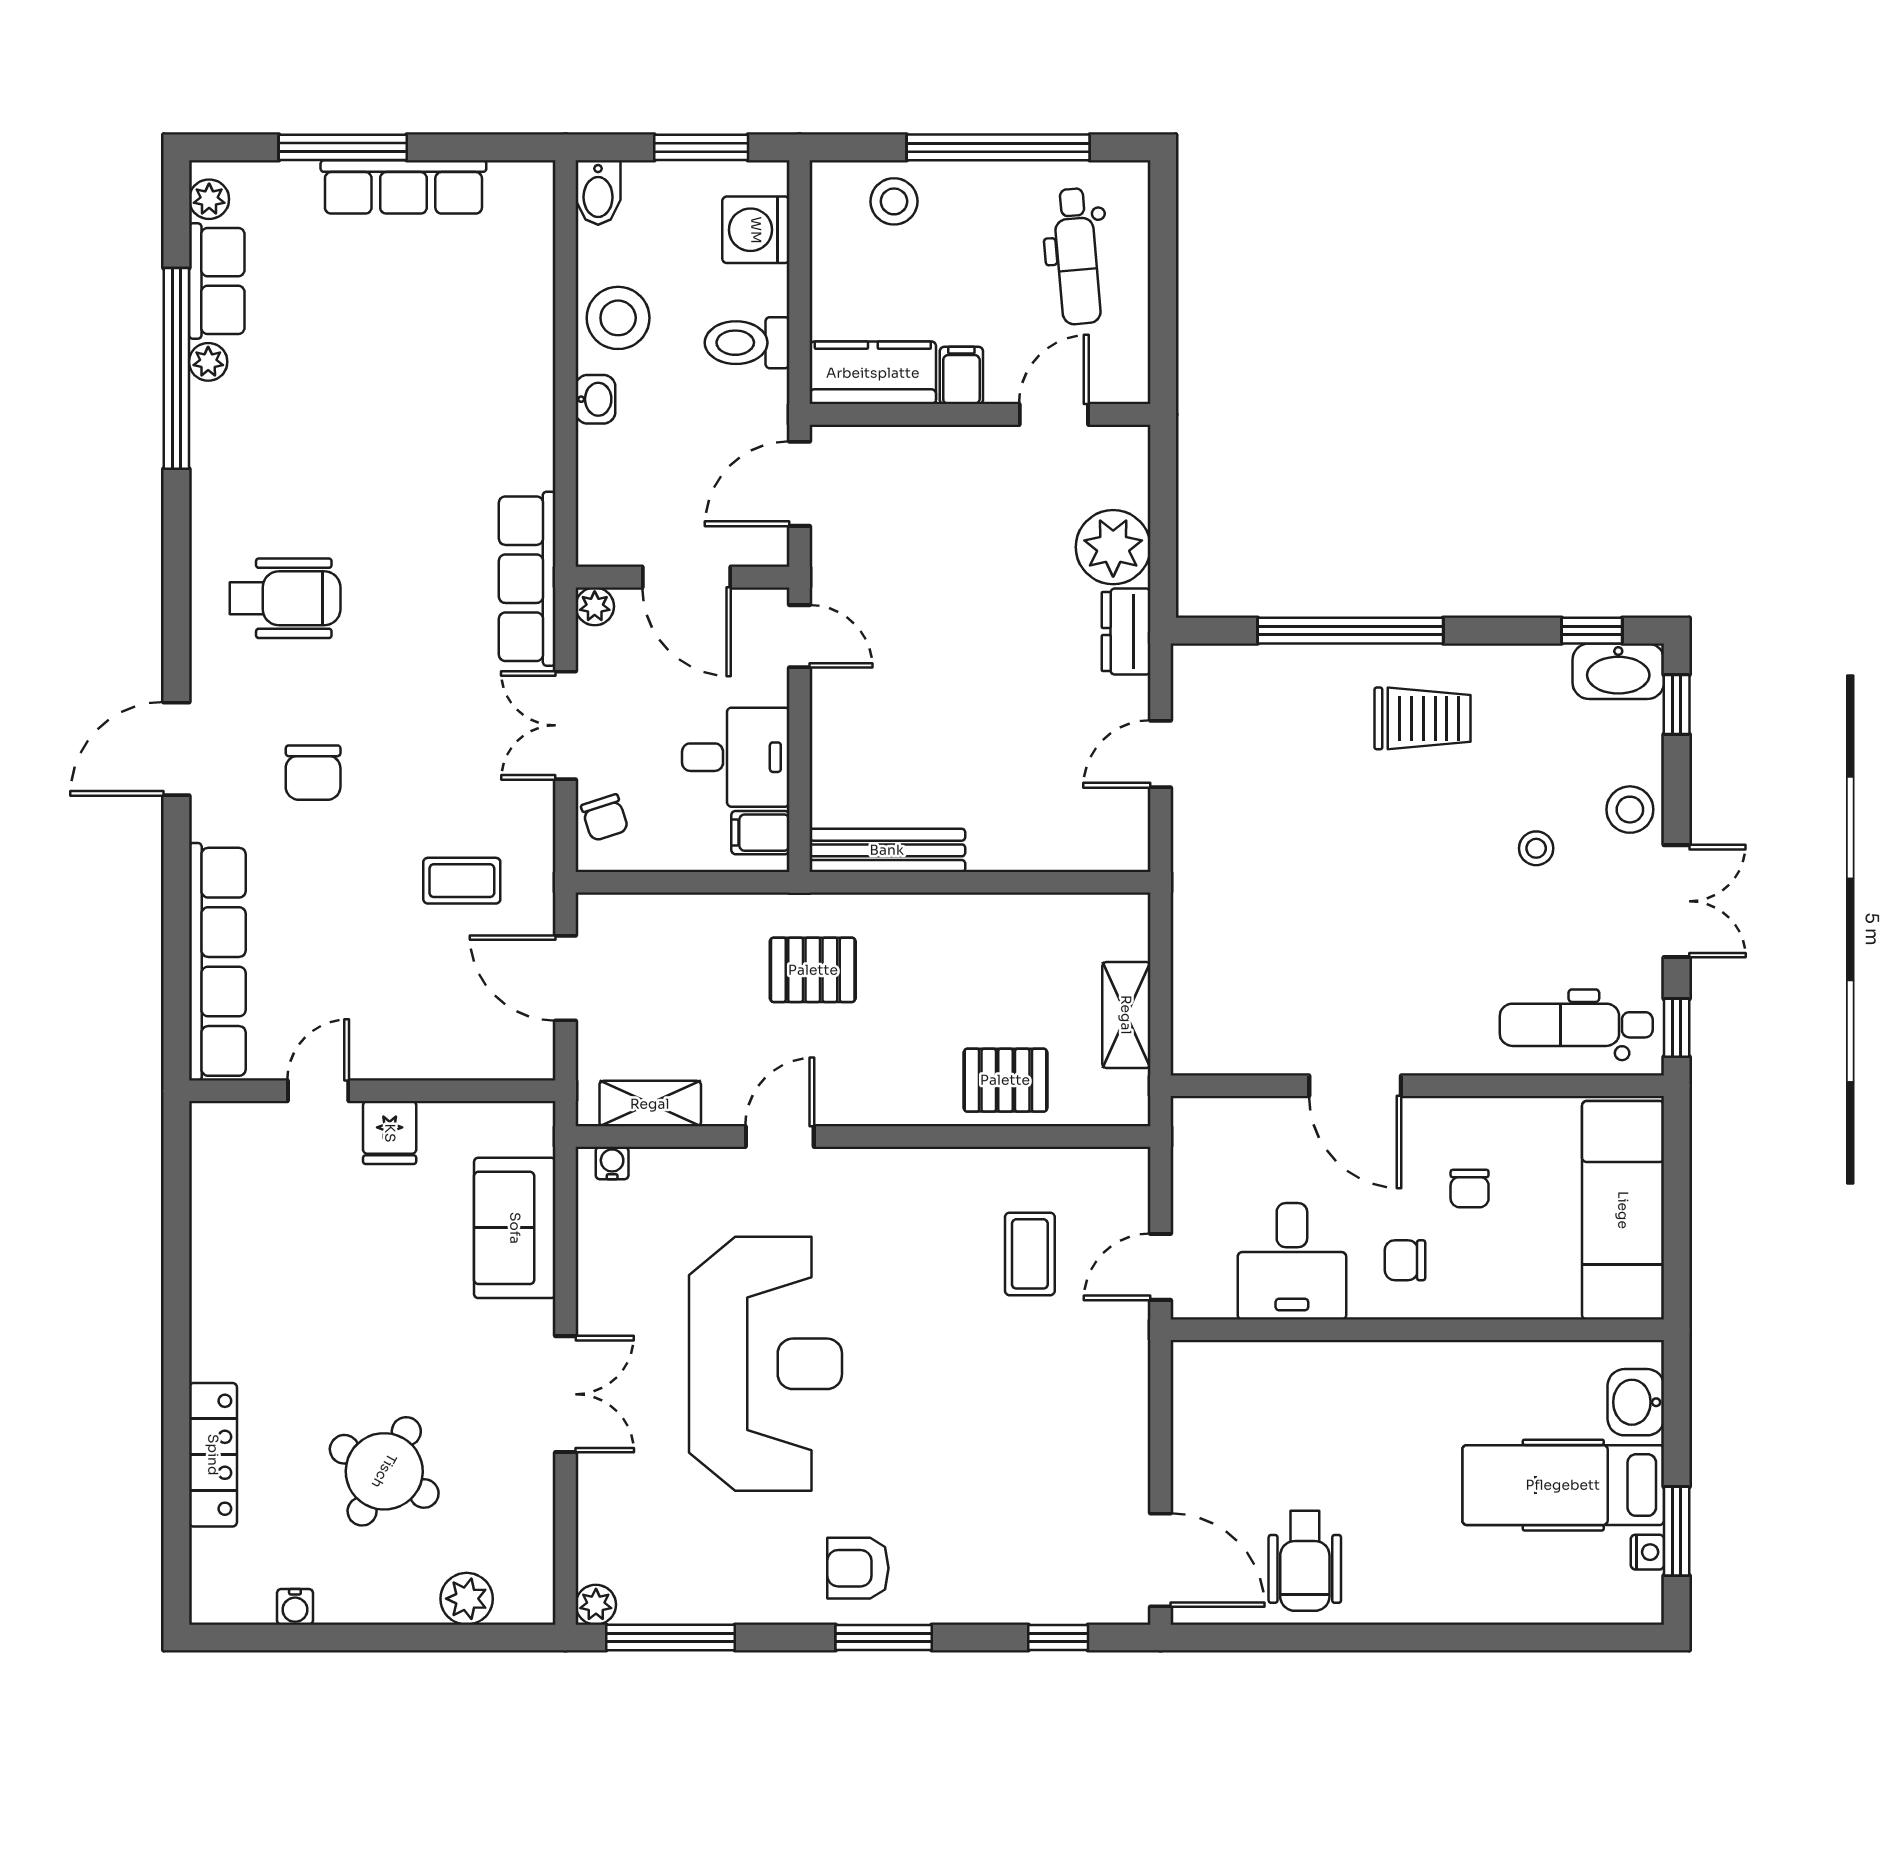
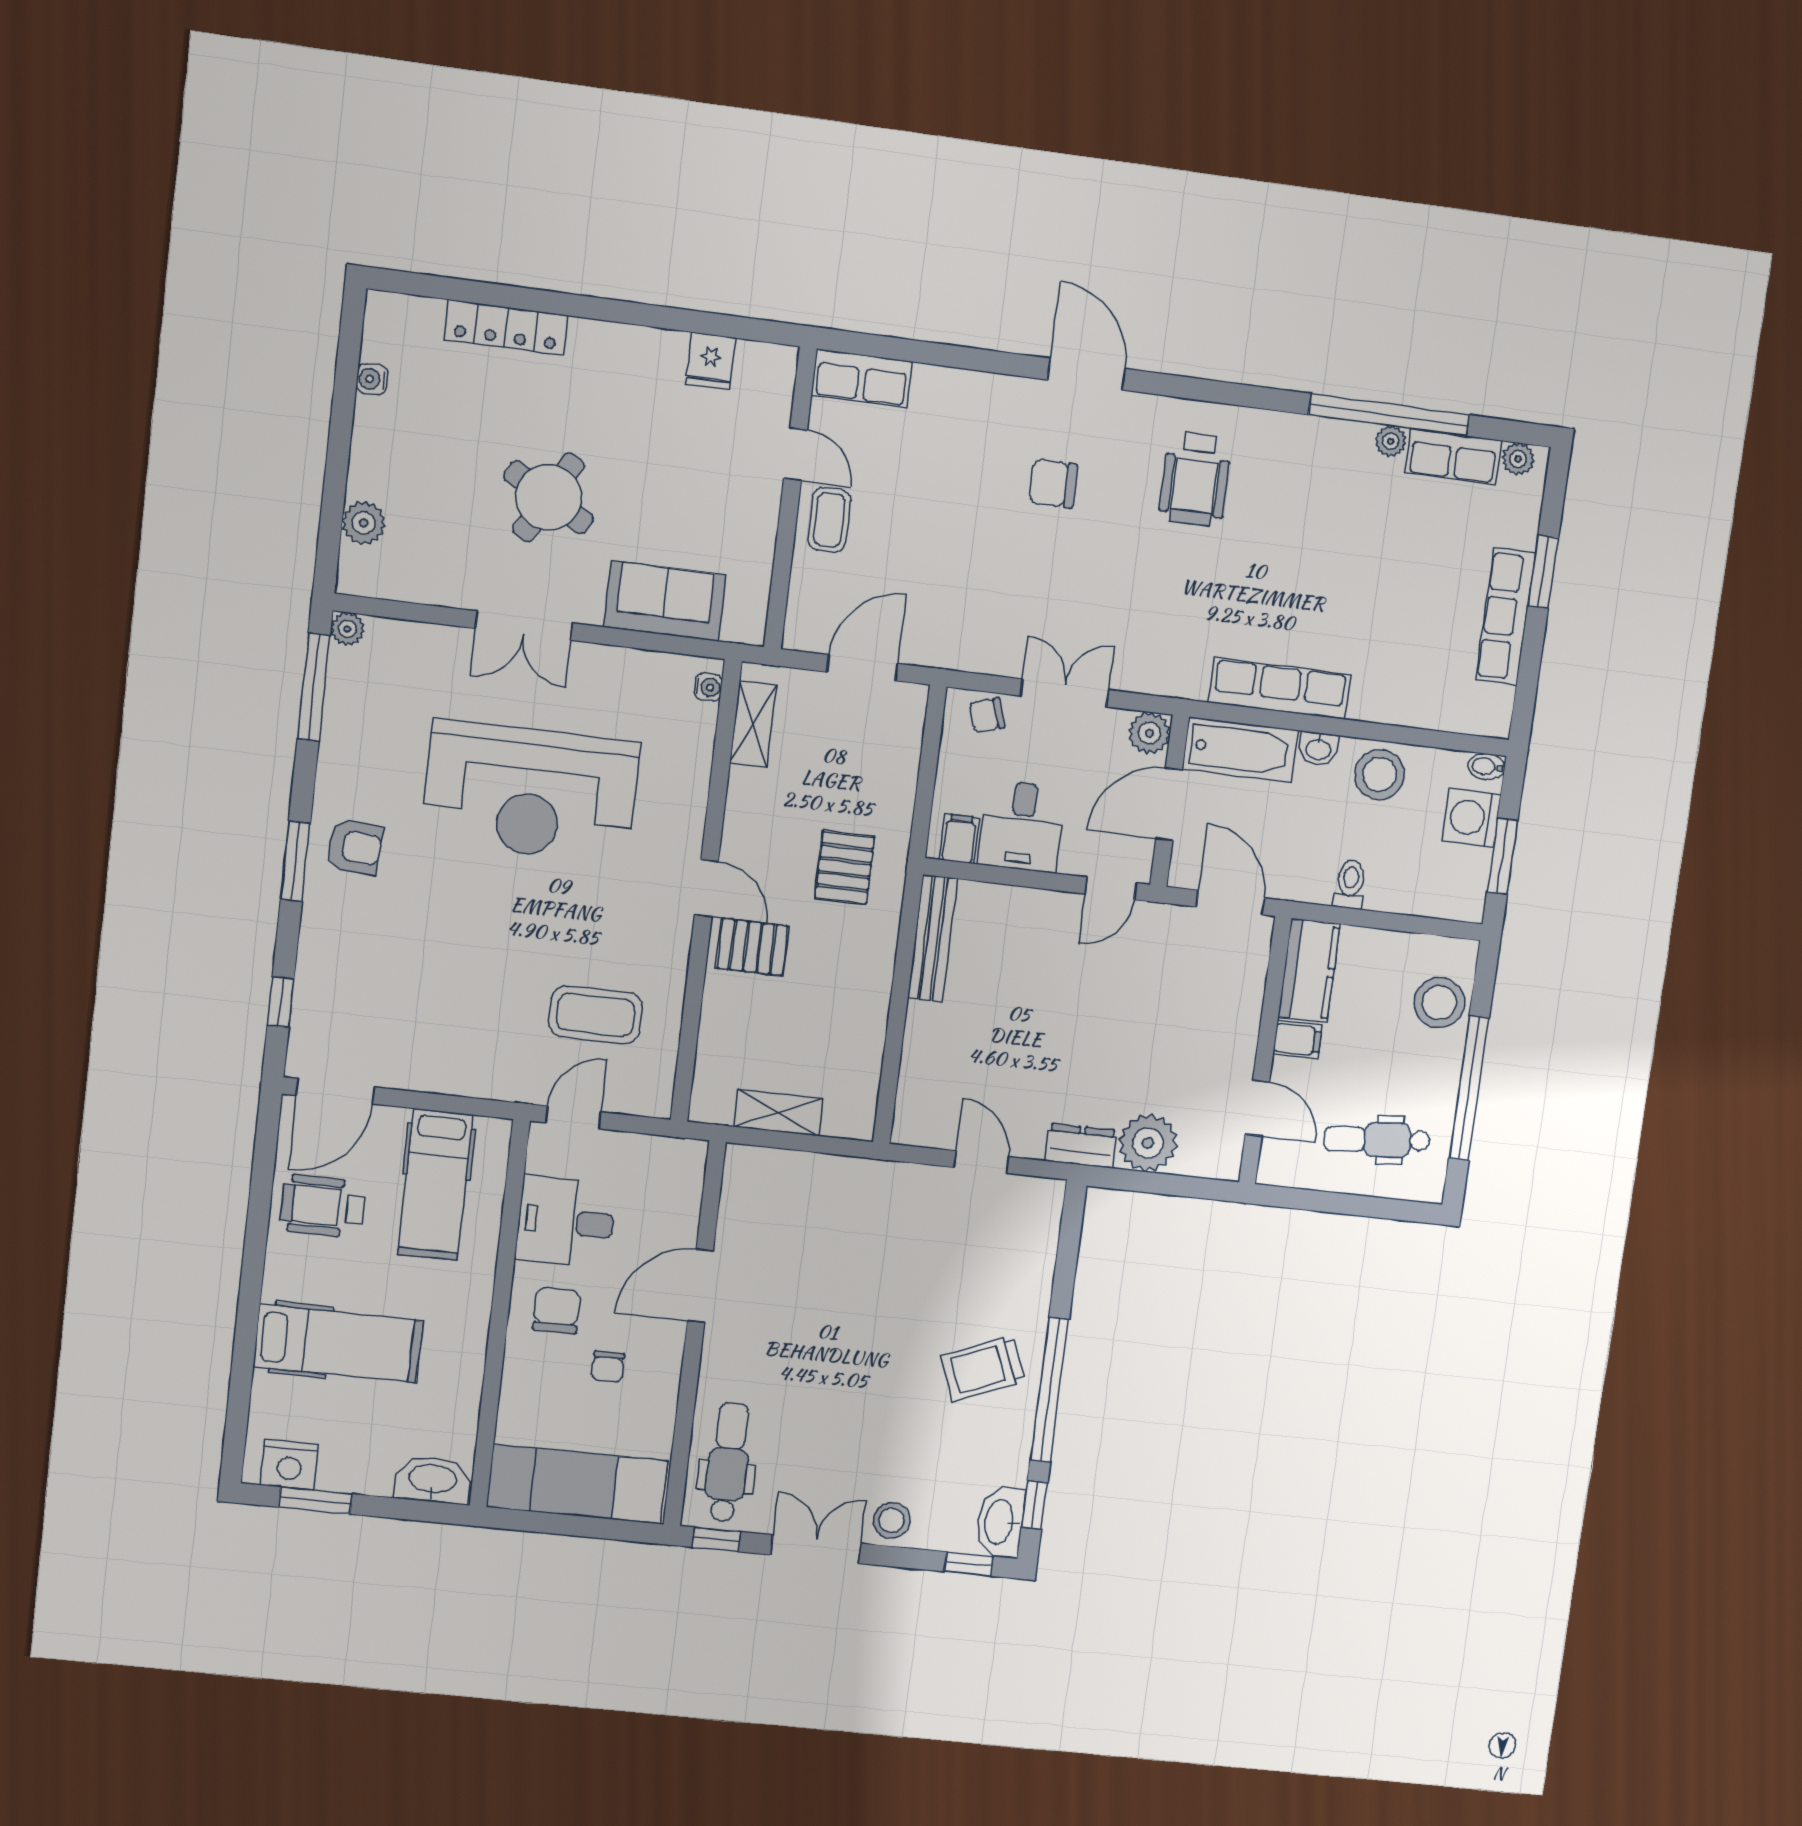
window: (343, 147) -> (1543, 572), width x0.69
bidet: (598, 192) -> (1486, 767), width x0.72, depth x0.74
stool: (894, 201) -> (1439, 1002), width x1.38, depth x1.38
washing machine: (756, 230) -> (1472, 818), moved, turned -90
toilet: (747, 343) -> (1350, 884), width x0.73, depth x0.72
bathtub: (608, 497) -> (1240, 750), added
row of seats: (527, 579) -> (1280, 688), moved
plant: (595, 606) -> (1149, 733), width x1.38, depth x1.38
window: (1350, 631) -> (1050, 1390), moved
trolley: (1422, 718) -> (983, 1368), turned 68
stool: (1536, 848) -> (870, 1445), removed
coffee table: (462, 881) -> (829, 520), moved
double door: (1677, 901) -> (816, 1549), swing flipped
row of seats: (217, 962) -> (862, 378), width x0.50
pallet: (1005, 1080) -> (753, 947), moved, turned 90
fridge: (390, 1133) -> (711, 361), moved, turned -90
door: (780, 1137) -> (706, 888), moved
chair: (1470, 1189) -> (608, 1367), turned -90
coffee table: (1030, 1254) -> (596, 1015), width x1.36, depth x1.30
chair: (1405, 1260) -> (557, 1310), width x1.37, depth x1.37
door: (1161, 1267) -> (573, 1117), hinge flipped
washbasin: (1636, 1402) -> (433, 1480), width x1.38
hospital bed: (1263, 1426) -> (435, 1184), added
round table: (384, 1471) -> (549, 497), moved
hospital bed: (1563, 1485) -> (338, 1344), moved, turned 90
nightstand: (1647, 1552) -> (289, 1465), width x1.89, depth x1.79
armchair: (858, 1568) -> (355, 847), turned 94

